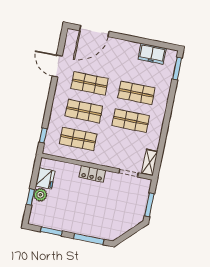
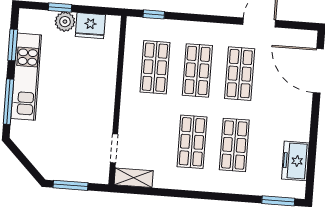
locker: (92, 174) -> (106, 95), removed
kitchen unit: (74, 225) -> (26, 77), added

